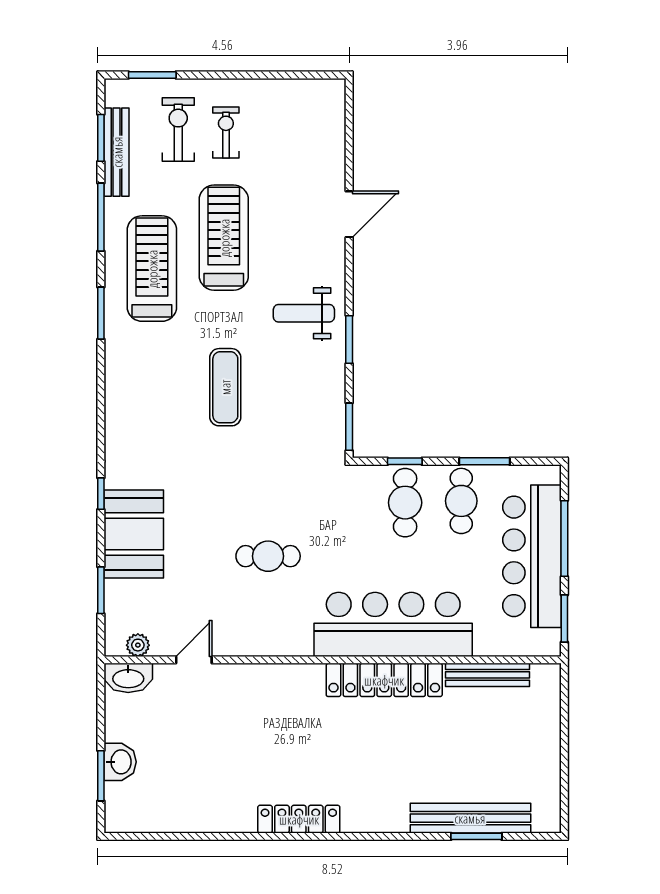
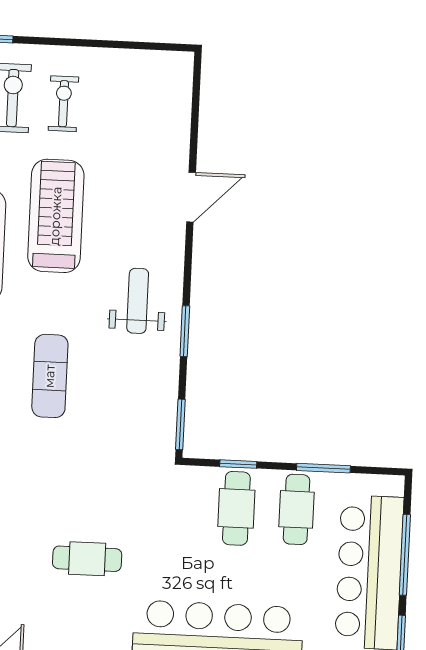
weight bench: (304, 313) -> (138, 301), turned 90

